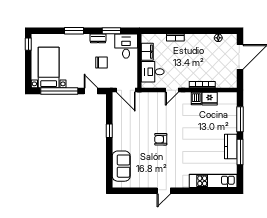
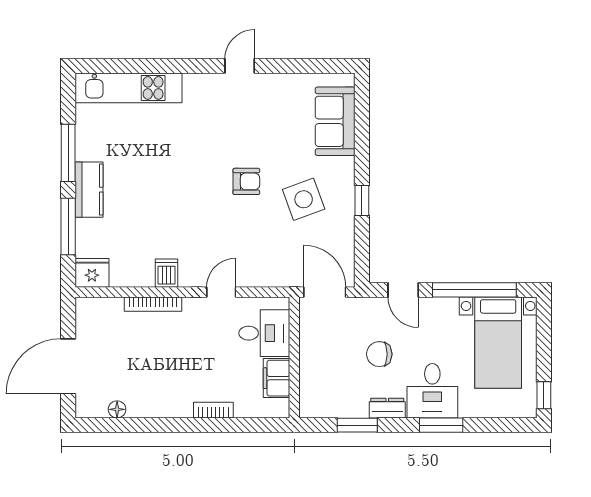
desk: (126, 46) -> (432, 391), moved
fridge: (210, 99) -> (92, 273), moved
side table: (135, 131) -> (304, 199), added
kitchen counter: (231, 147) -> (89, 190), moved

